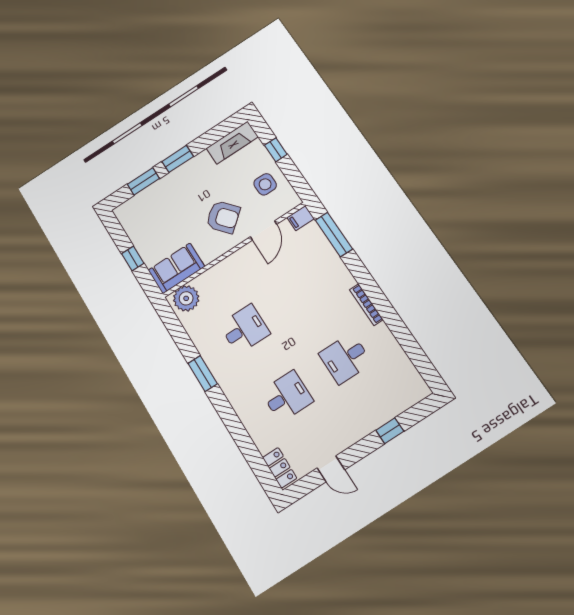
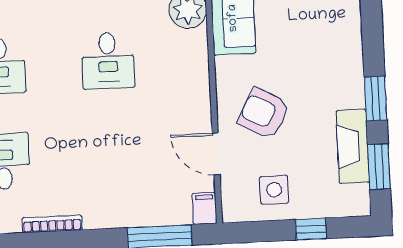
fireplace: (232, 143) -> (353, 146), moved
window: (143, 181) -> (379, 167), moved
armchair: (223, 217) -> (264, 114), turned 68

